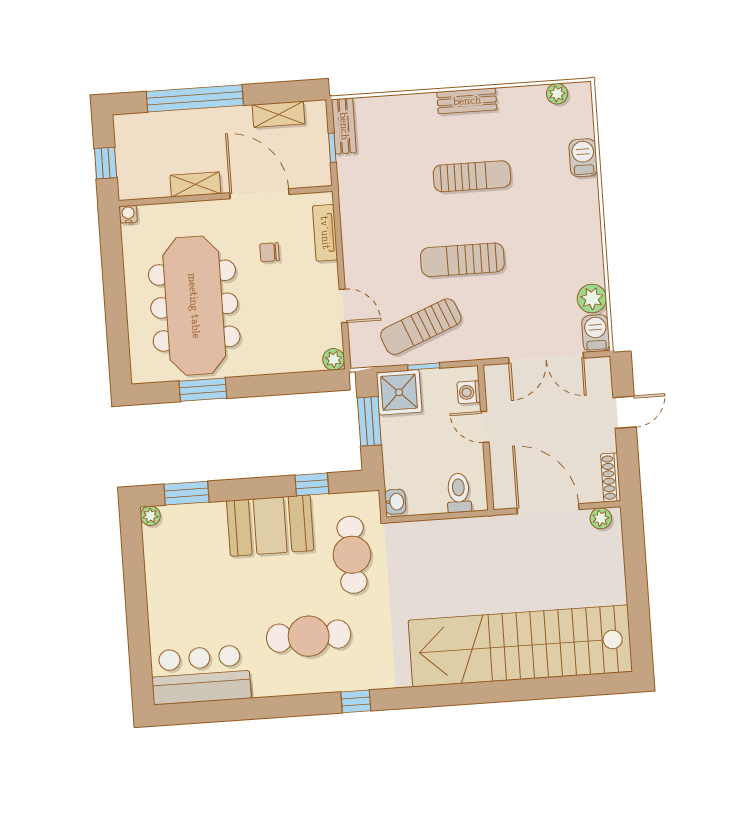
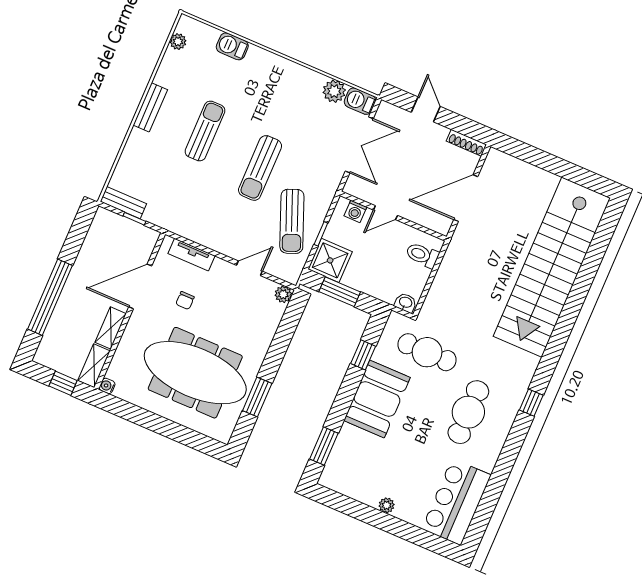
shelving: (279, 114) -> (94, 366), moved
plant: (150, 516) -> (387, 505), moved
plant: (601, 518) -> (492, 165), removed

